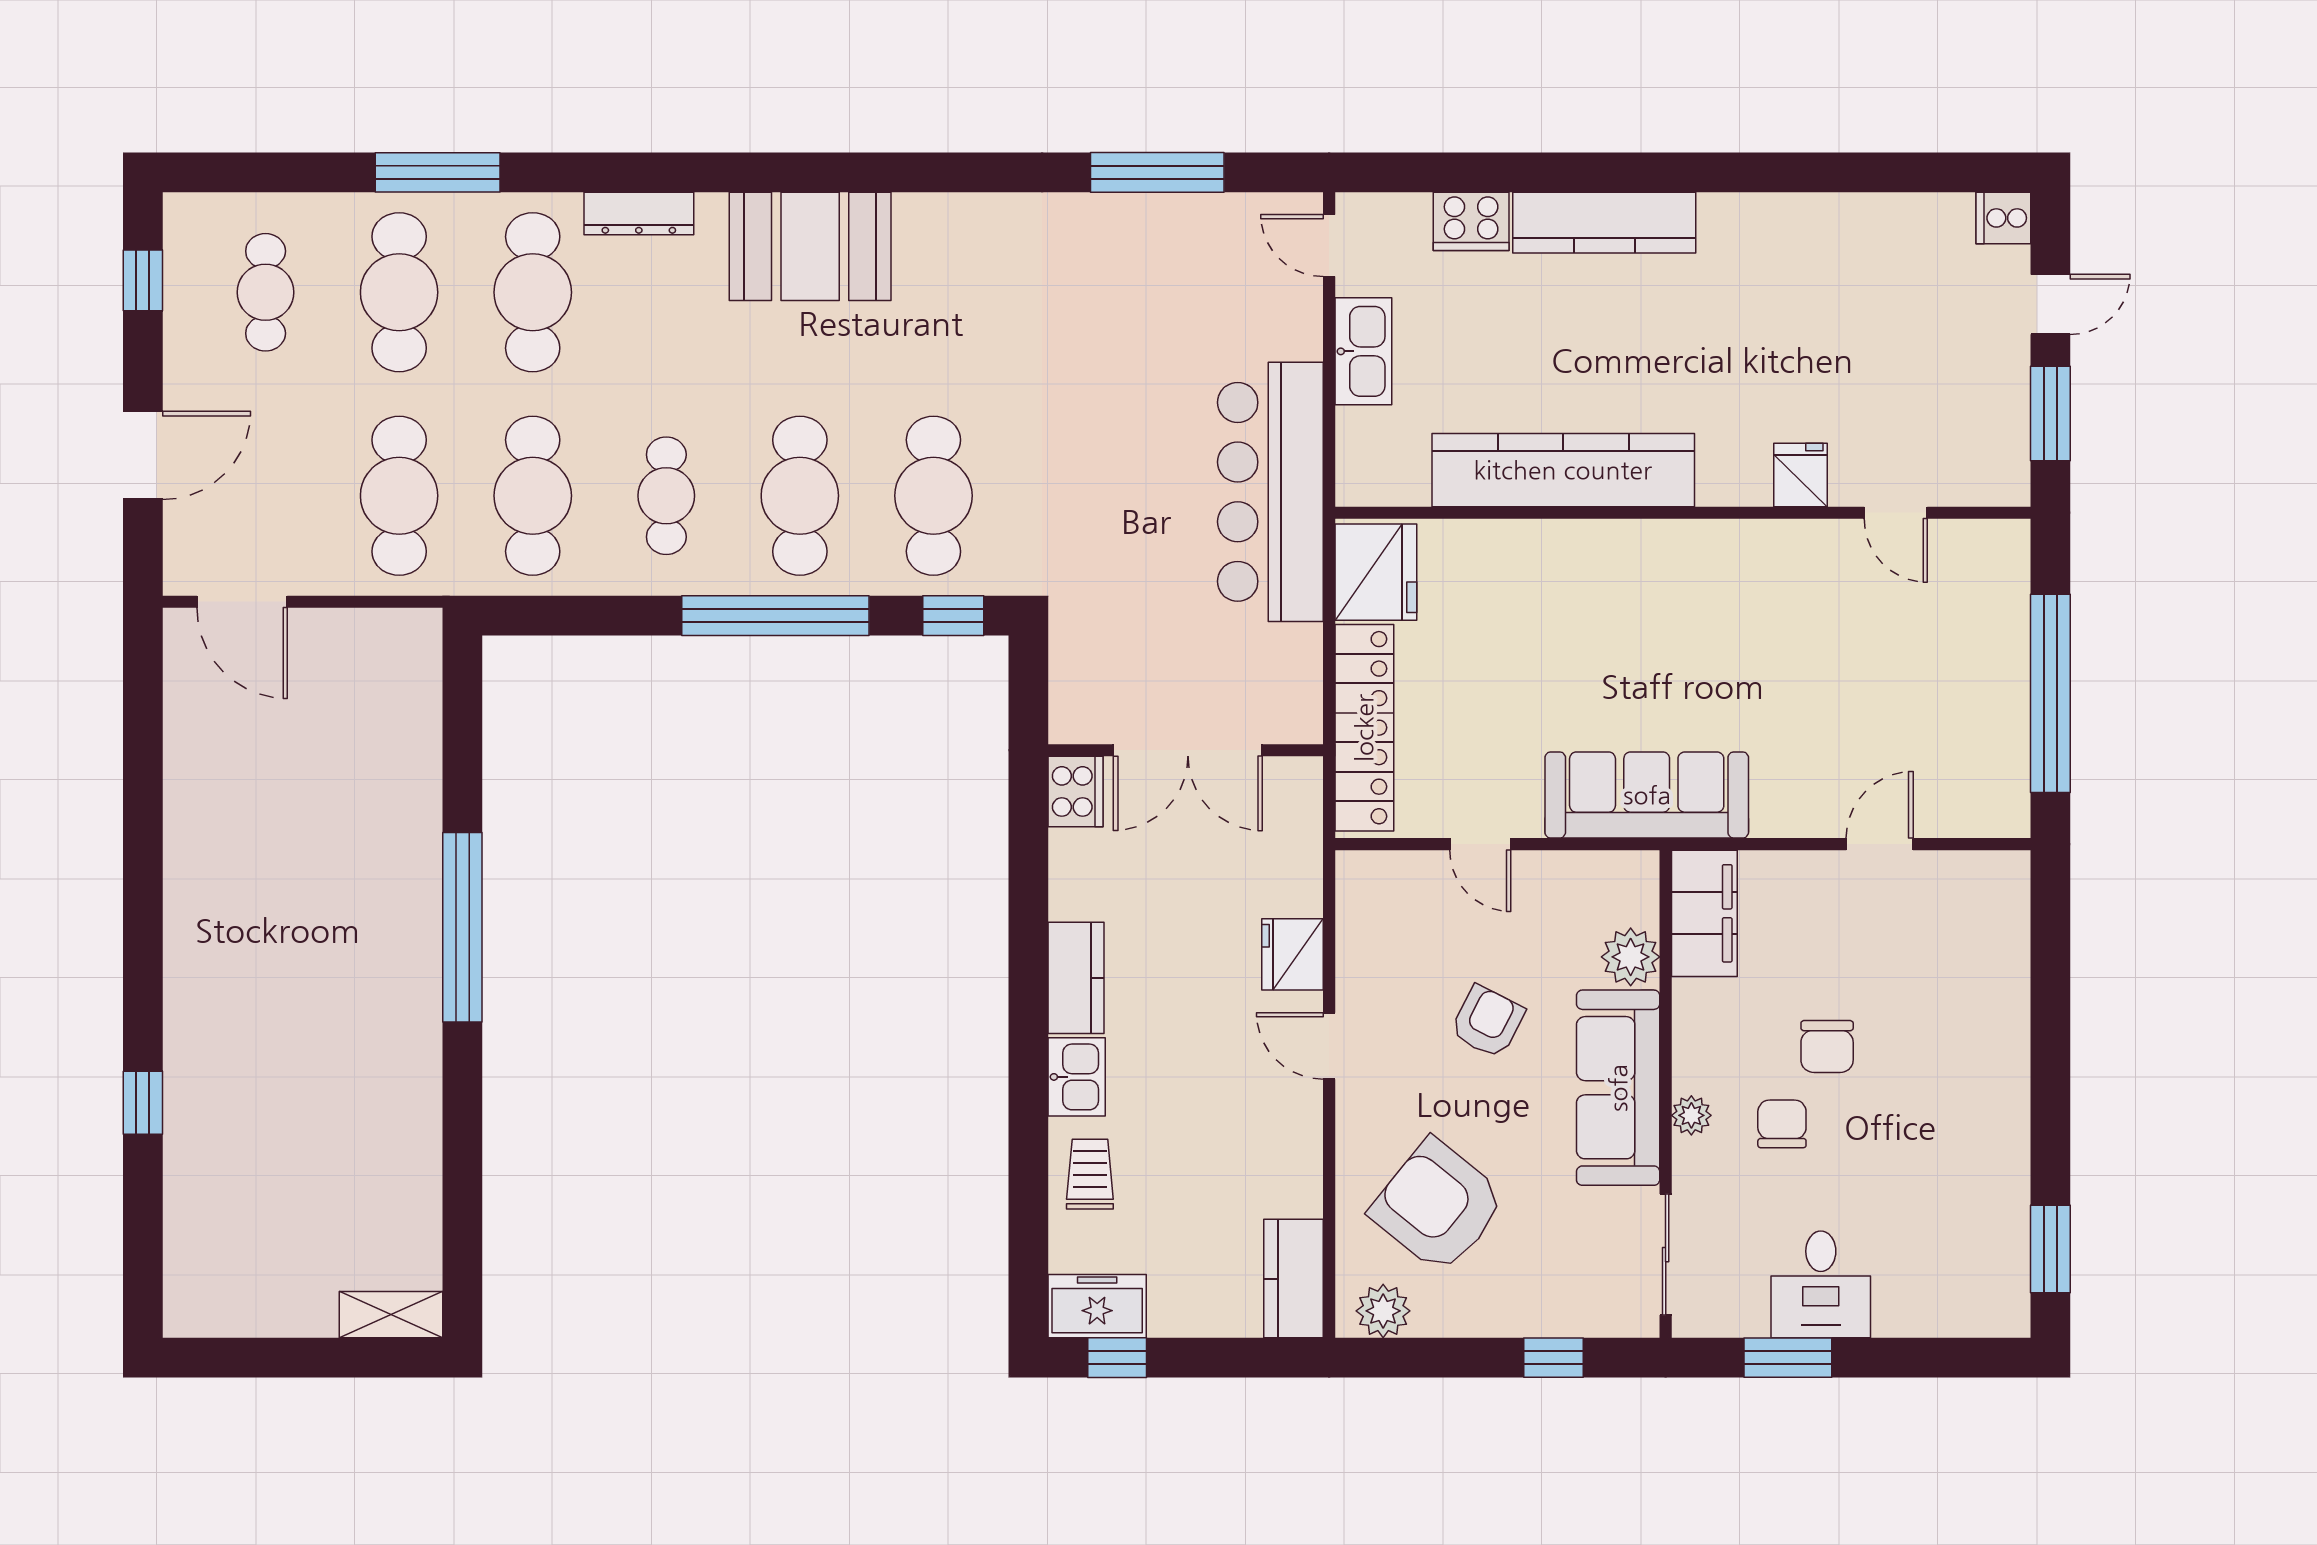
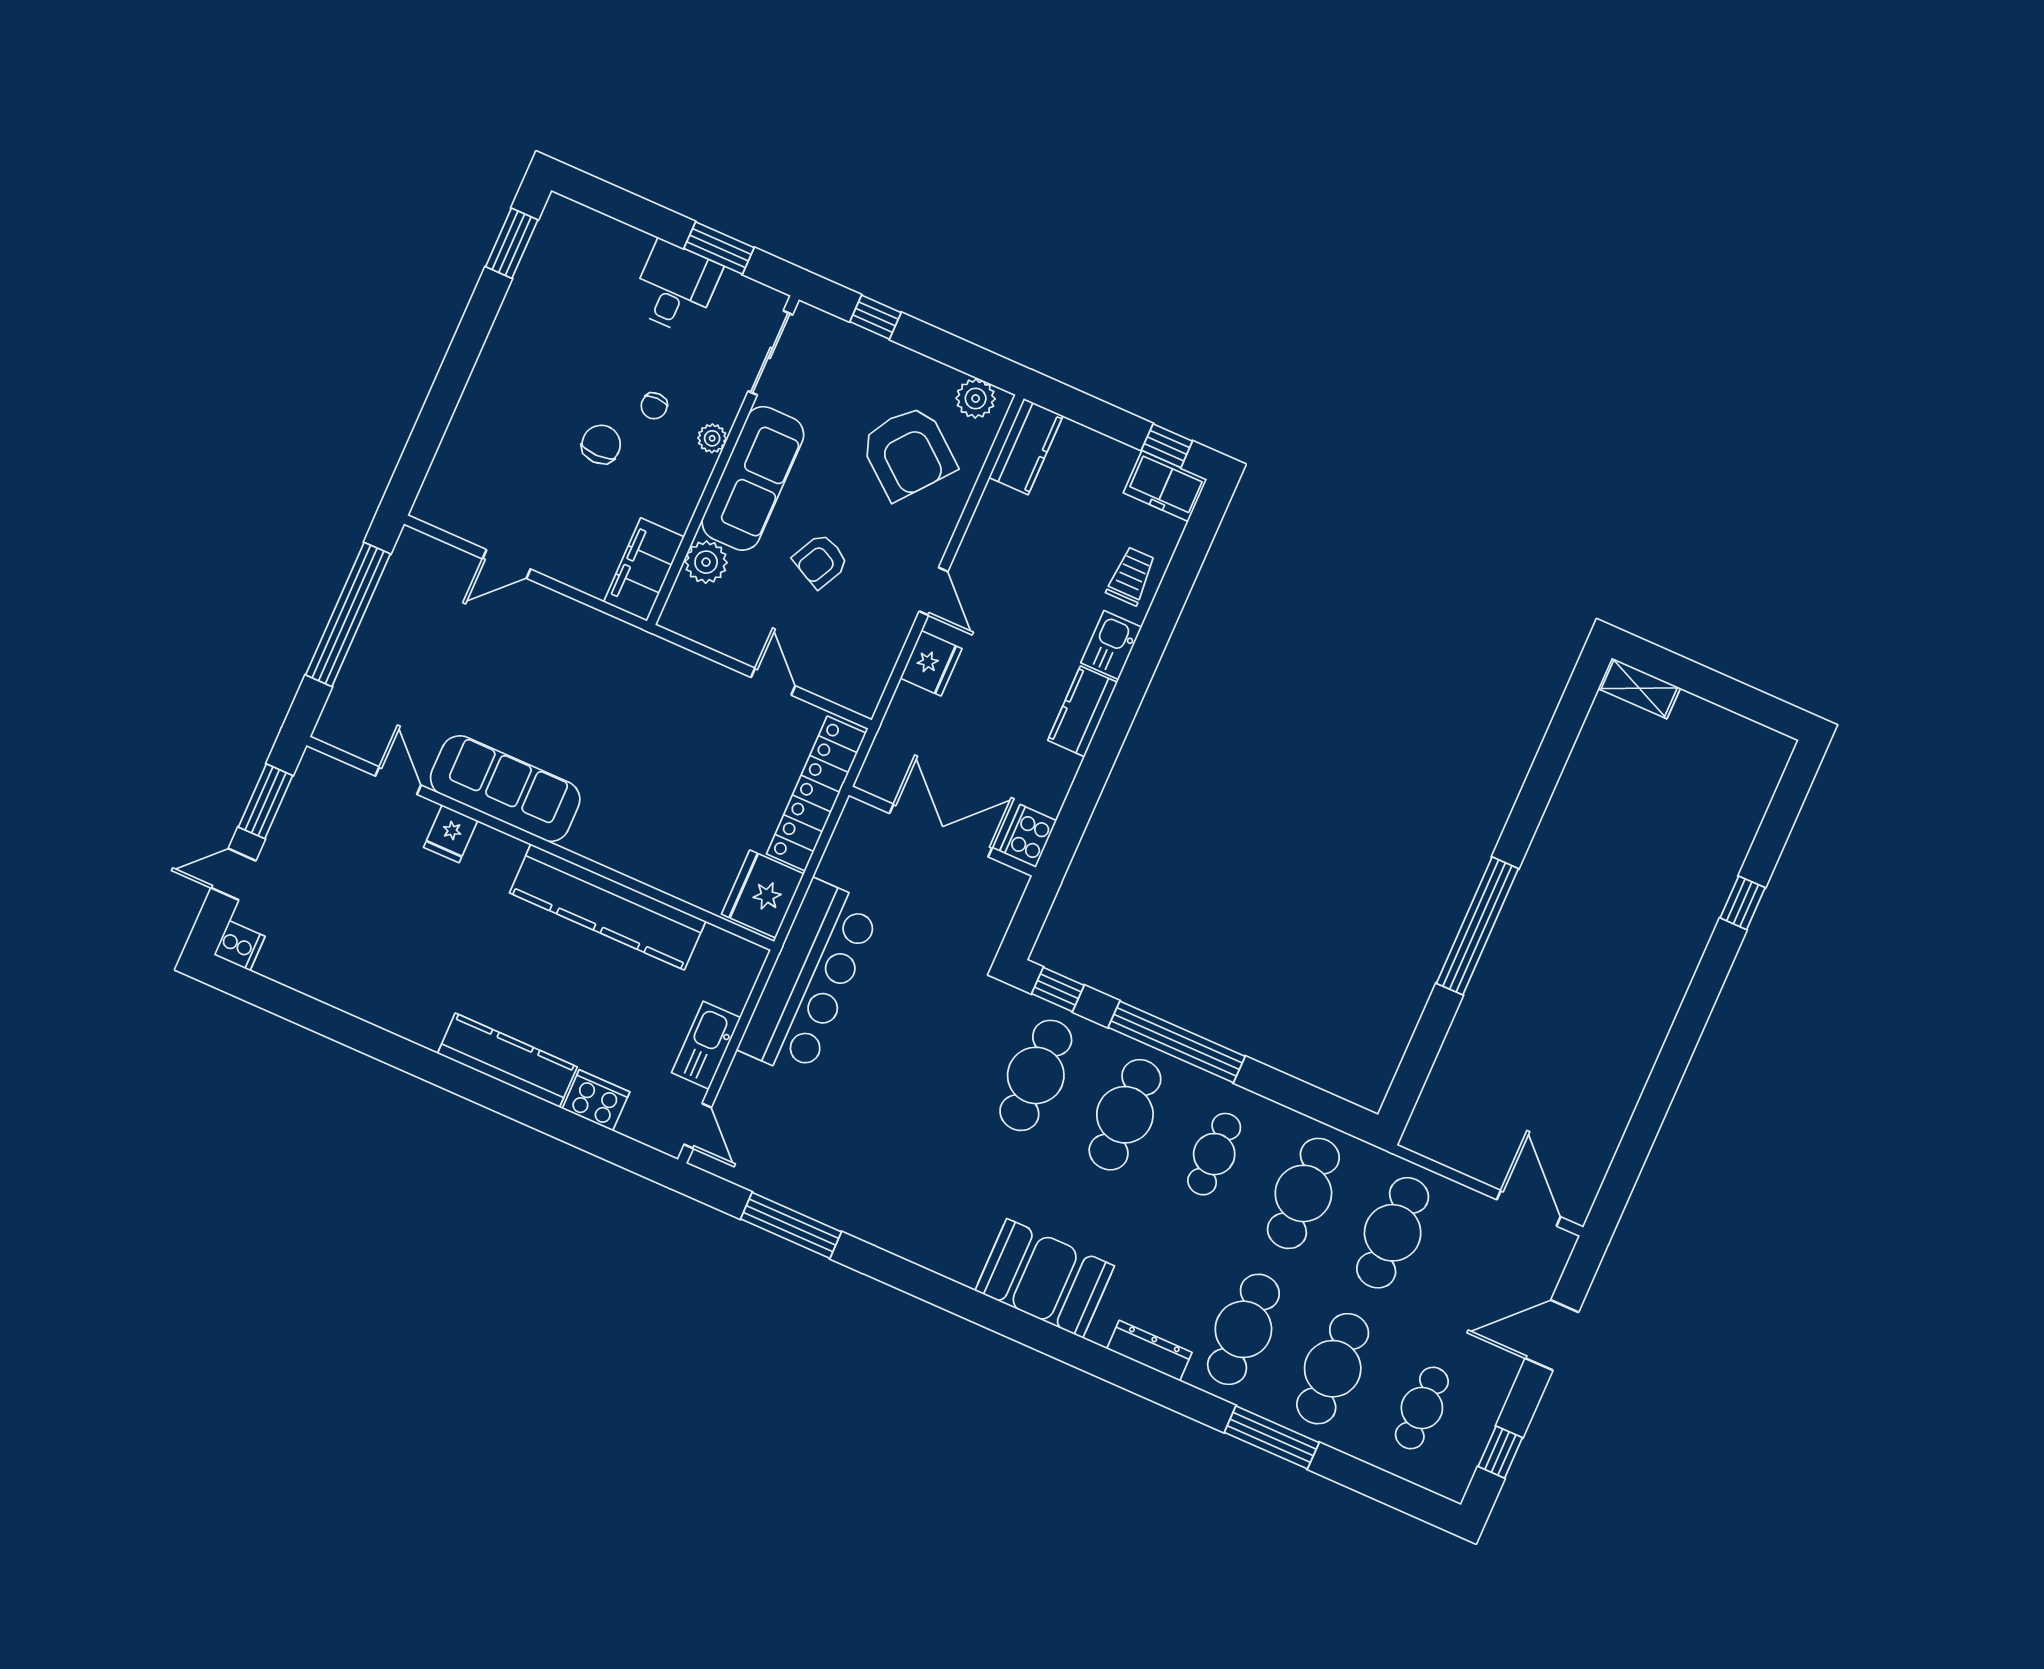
sofa: (1647, 795) -> (505, 789), moved, turned 180
chair: (1782, 1124) -> (654, 406), width x0.73, depth x0.73
trolley: (1090, 1174) -> (1131, 576), turned 180

